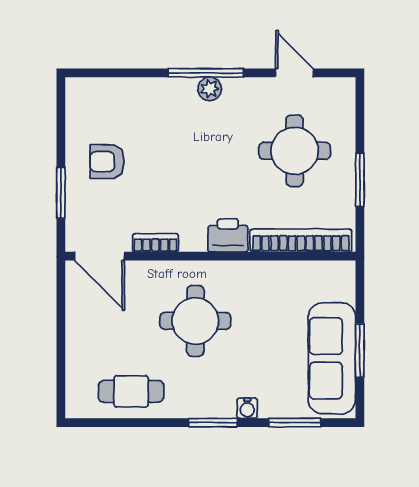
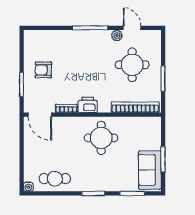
plant: (210, 89) -> (117, 35), moved
printer: (228, 235) -> (88, 105), moved
round table: (195, 321) -> (101, 138), moved
sofa: (332, 358) -> (150, 170), width x0.73
water cooler: (247, 408) -> (28, 187), moved

